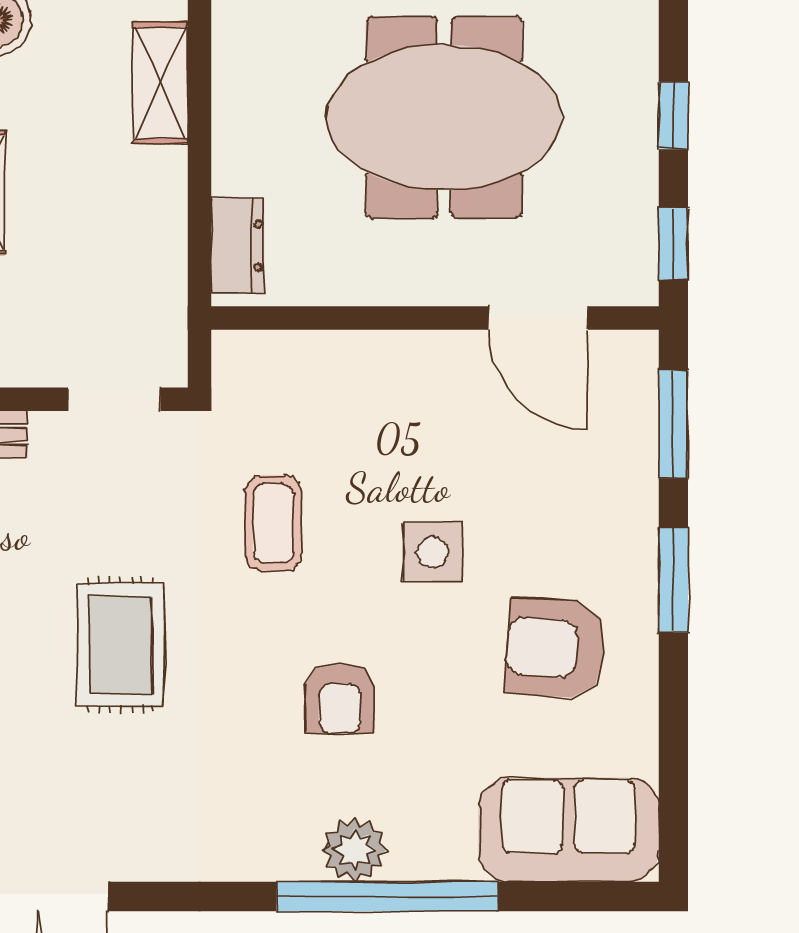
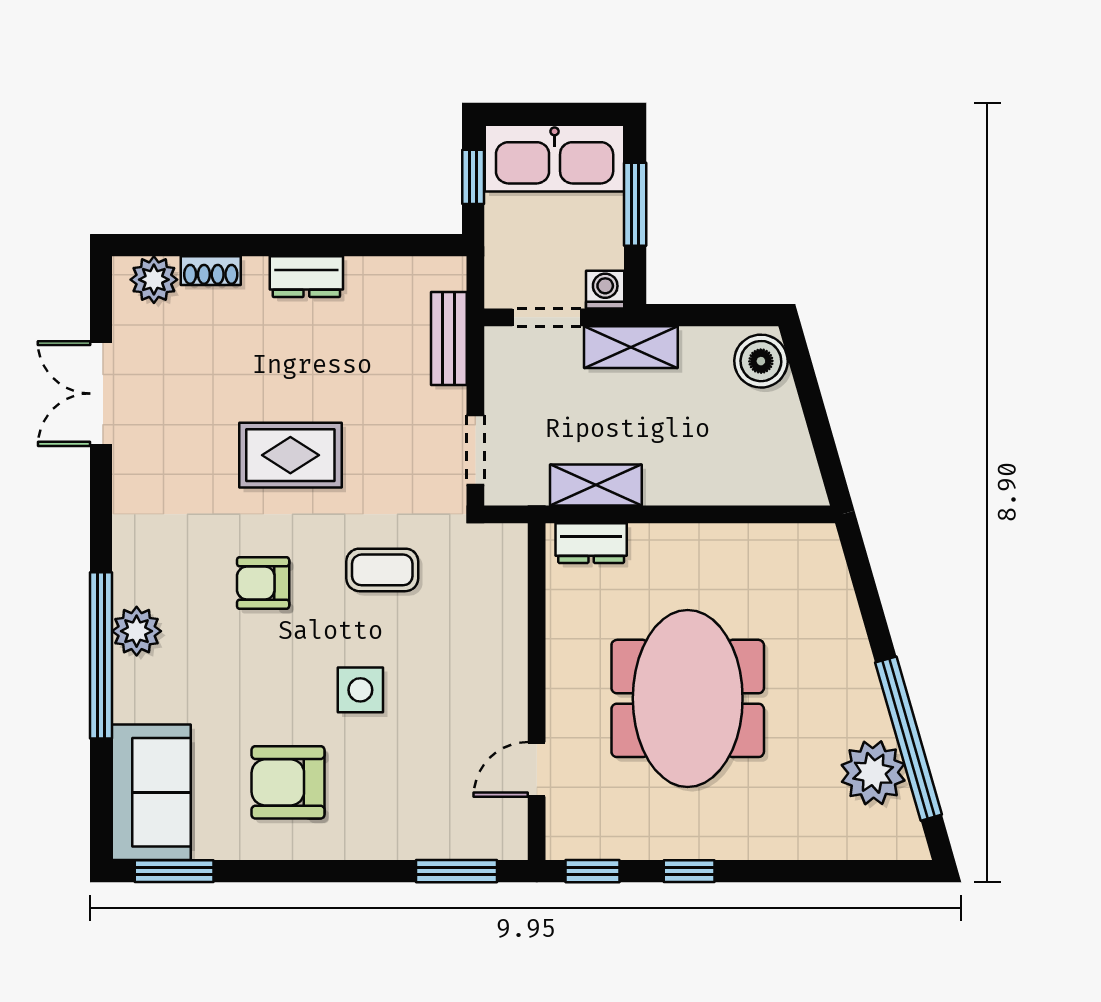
shelving: (160, 83) -> (596, 485), moved
door: (538, 318) -> (537, 769), width x0.73
window: (673, 581) -> (174, 871), moved
armchair: (555, 648) -> (288, 782), turned -94
armchair: (340, 699) -> (263, 583), moved

